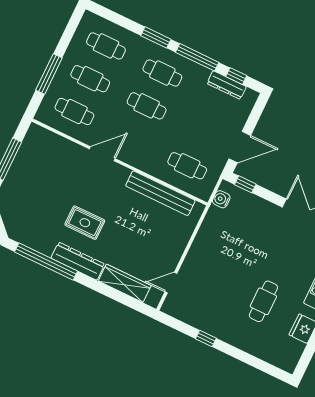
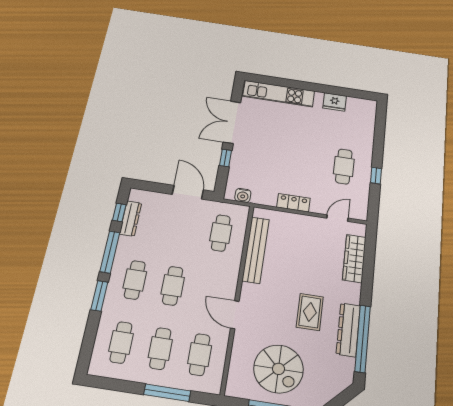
spiral stairs: (41, 177) -> (278, 369), added
window: (245, 184) -> (226, 158), moved
locker: (199, 246) -> (294, 203), added
dresser: (78, 261) -> (348, 330), moved
door: (171, 283) -> (337, 218), swing flipped
cafe table: (263, 301) -> (344, 166), moved, turned 90

